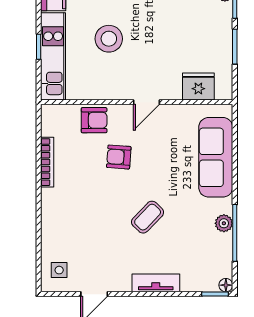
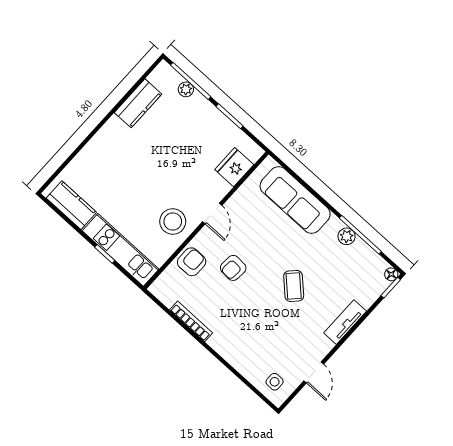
stool: (109, 39) -> (173, 222), moved

